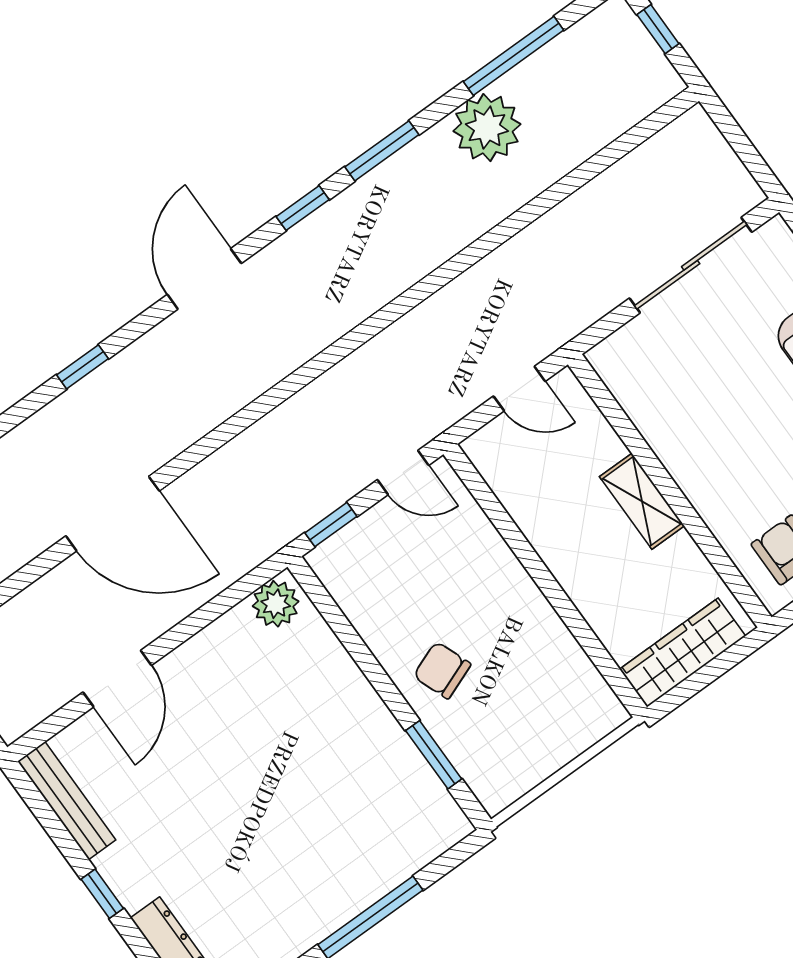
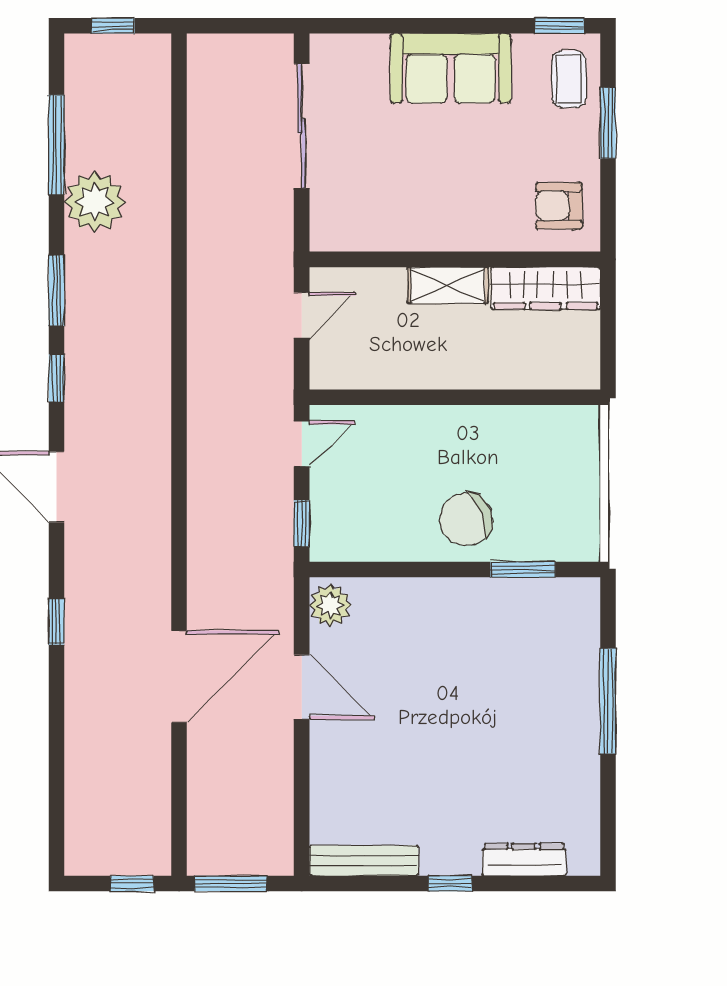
wardrobe: (683, 653) -> (546, 288), moved, turned -90
chair: (442, 670) -> (466, 519), width x1.37, depth x1.37
door: (117, 679) -> (302, 687), moved

